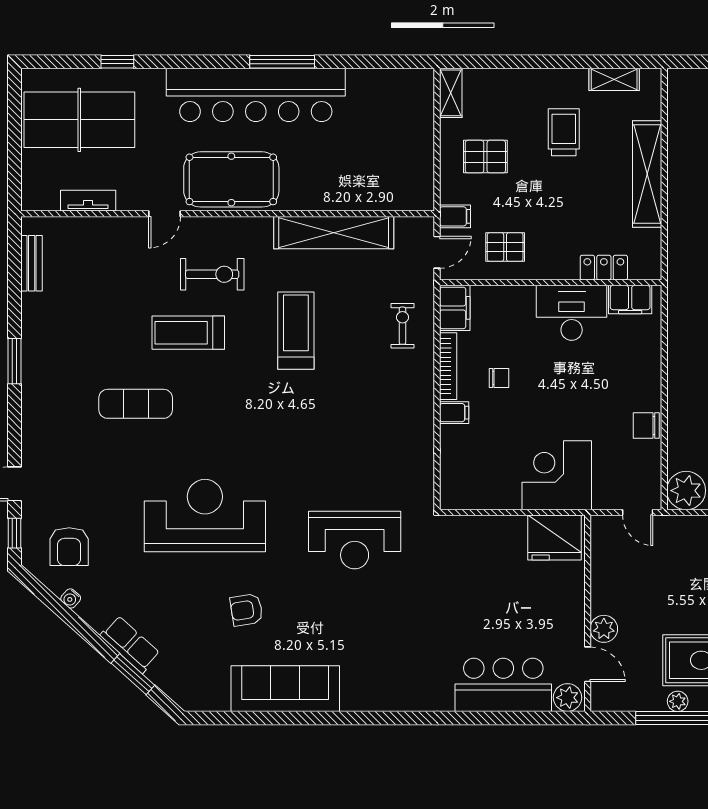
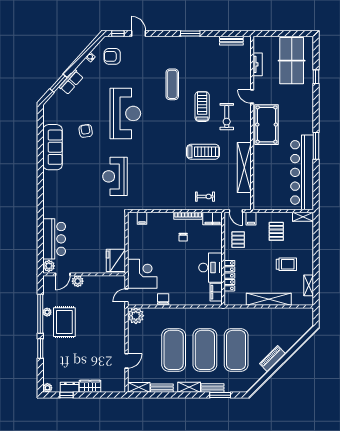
bar counter: (256, 95) -> (302, 172), moved
locker: (604, 268) -> (229, 276), width x1.53
filing cabinet: (454, 413) -> (142, 218), moved
corner desk: (557, 475) -> (142, 274), moved

